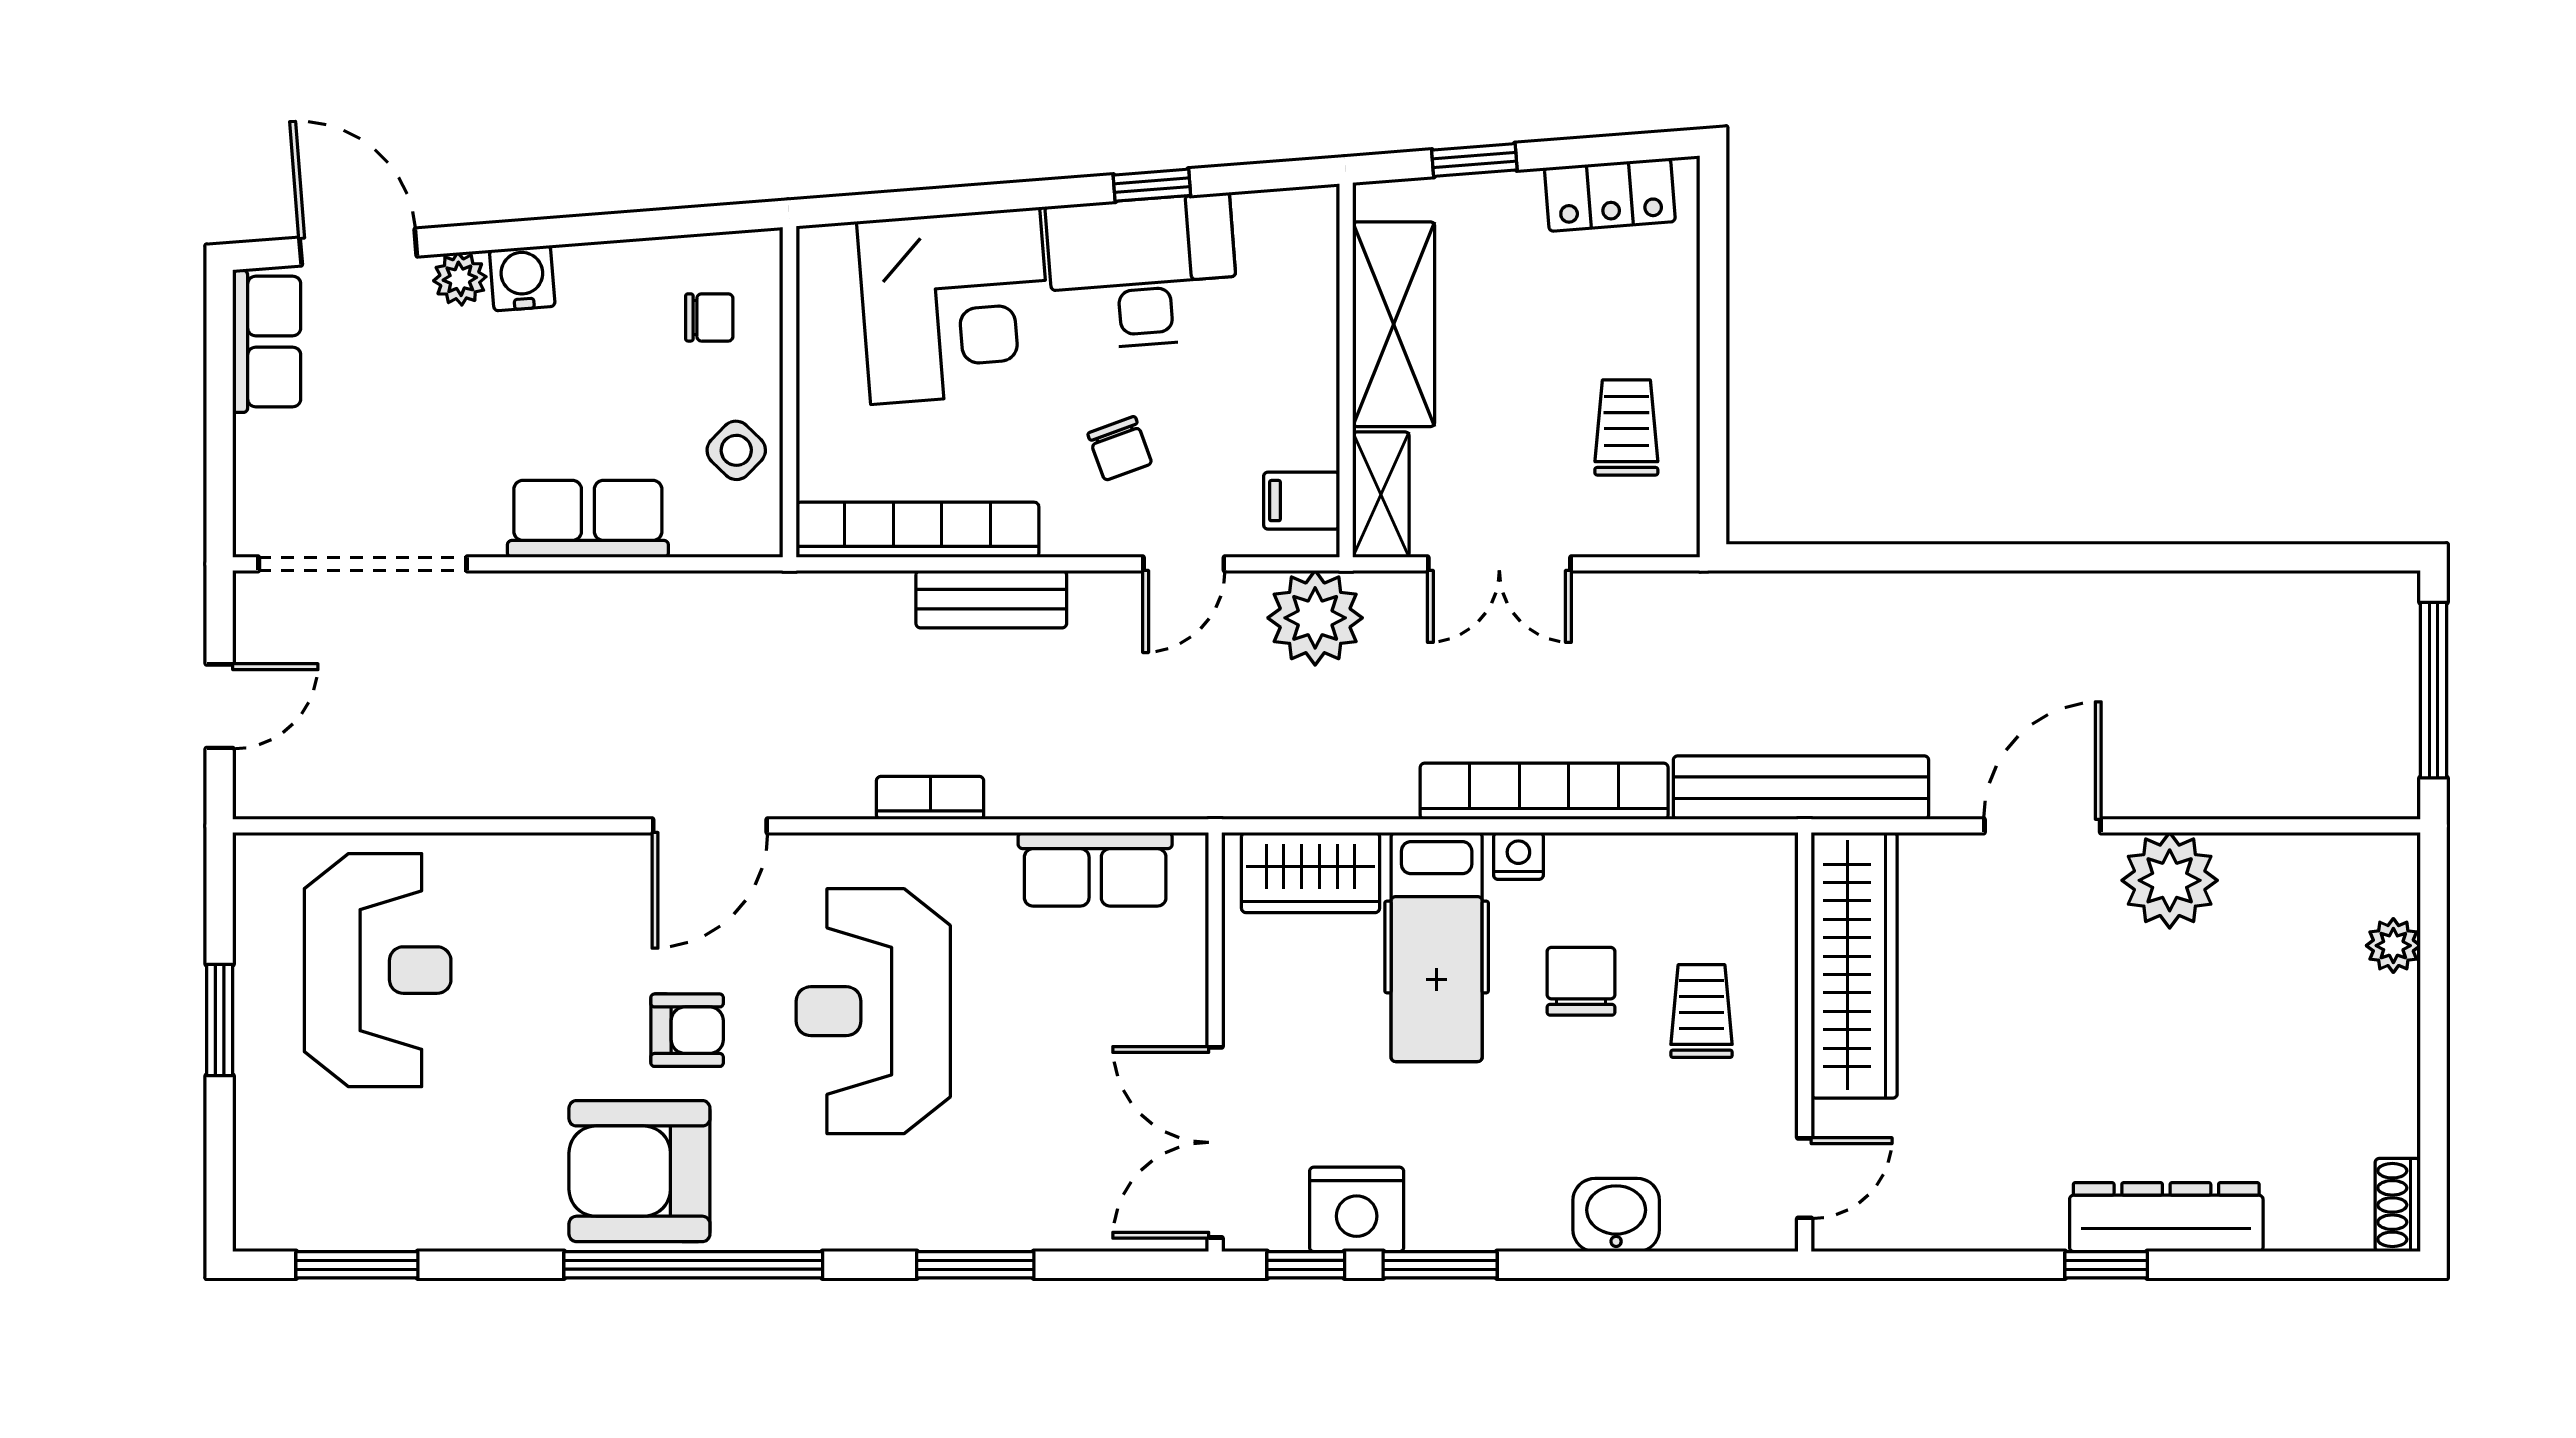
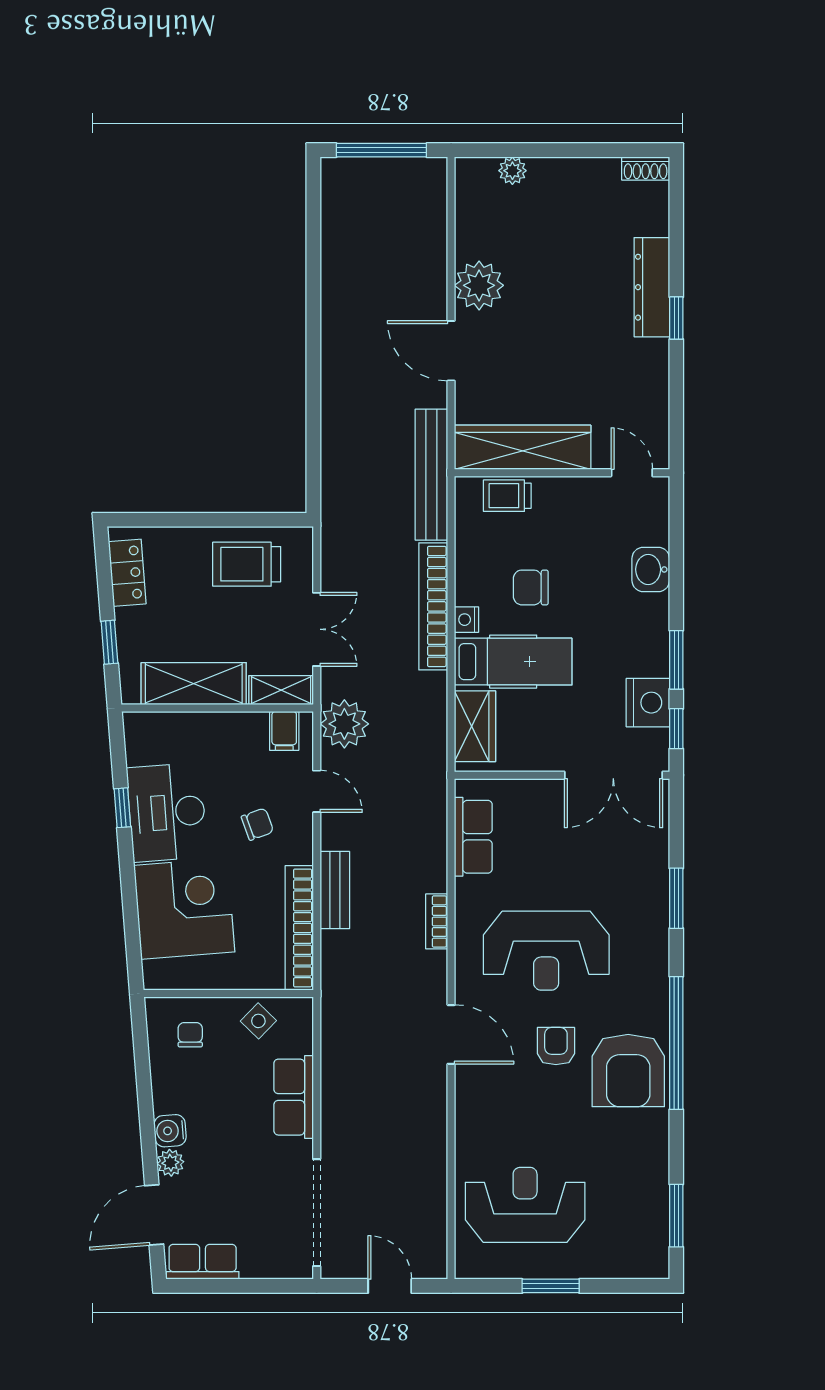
trolley: (1626, 427) -> (247, 564), width x1.36, depth x1.39
trolley: (1701, 1011) -> (507, 496), moved

